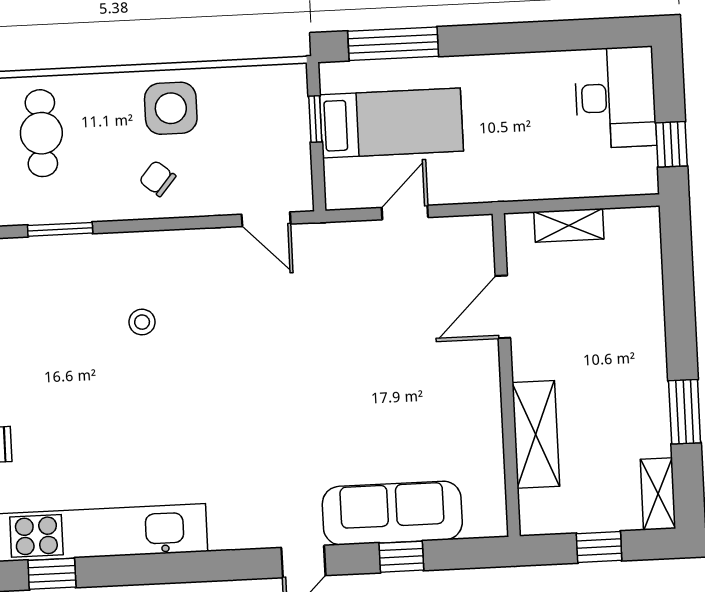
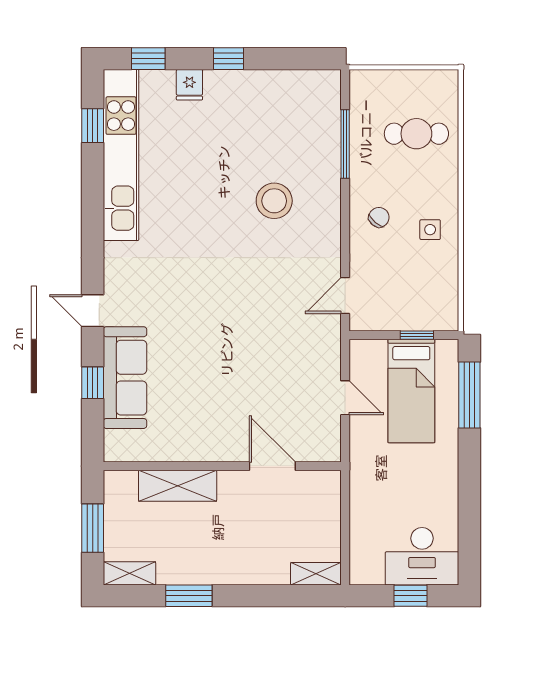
side table: (171, 108) -> (430, 230), width x0.54, depth x0.54
window: (671, 144) -> (410, 596), moved
shelving: (569, 225) -> (316, 574), moved, turned 90
window: (60, 229) -> (345, 144), width x1.44
stool: (142, 322) -> (274, 201), width x1.89, depth x1.89
window: (599, 547) -> (93, 528), width x1.50

